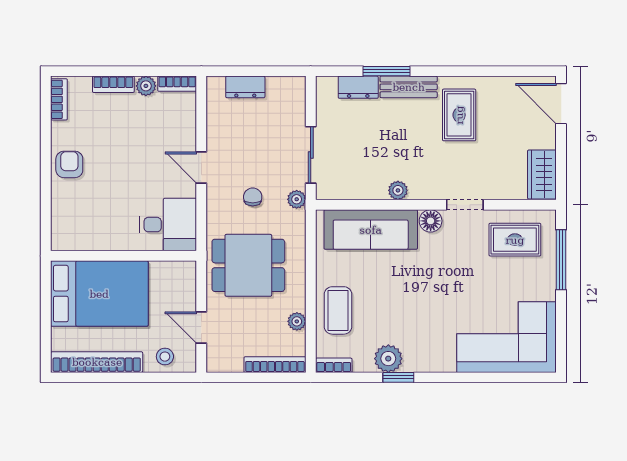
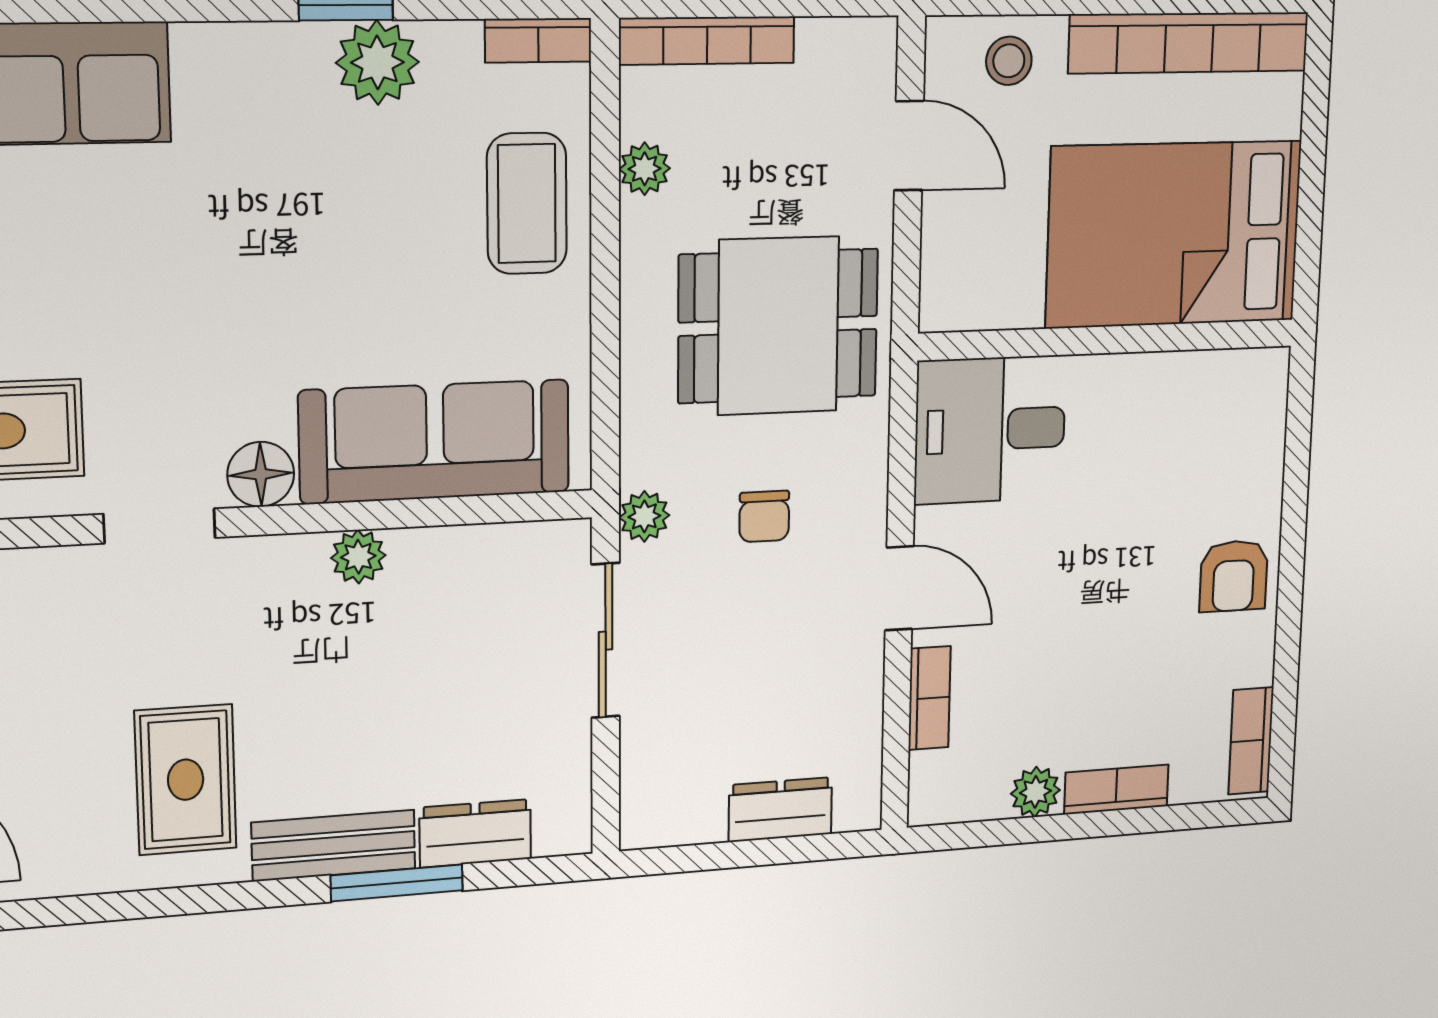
bookcase: (177, 84) -> (929, 698), moved, turned 90

